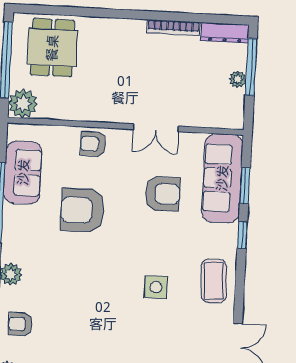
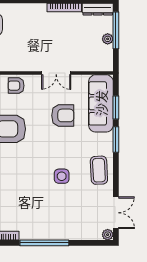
window: (242, 235) -> (116, 140), width x1.50

